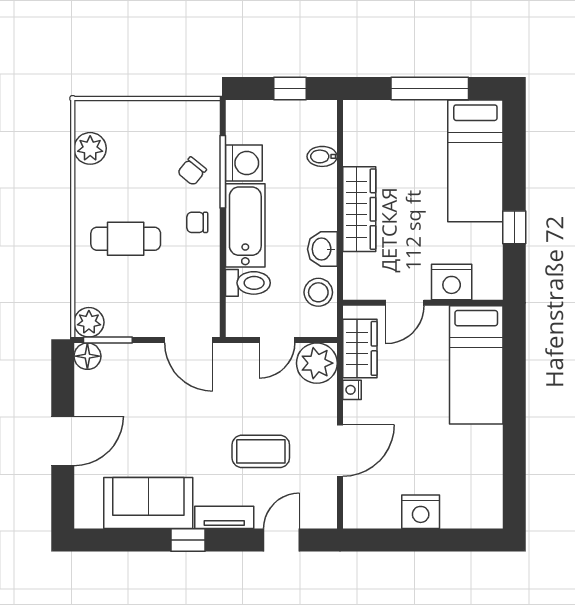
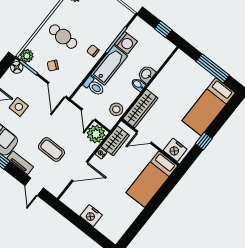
bidet: (322, 156) -> (138, 85), moved
chair: (192, 171) -> (53, 66), moved
wardrobe: (359, 209) -> (140, 108), moved
washbasin: (322, 249) -> (146, 74), moved
nightstand: (452, 282) -> (175, 150), moved
door: (277, 340) -> (88, 115), hinge flipped
side table: (145, 422) -> (19, 107), added
door: (282, 540) -> (34, 187), swing flipped

